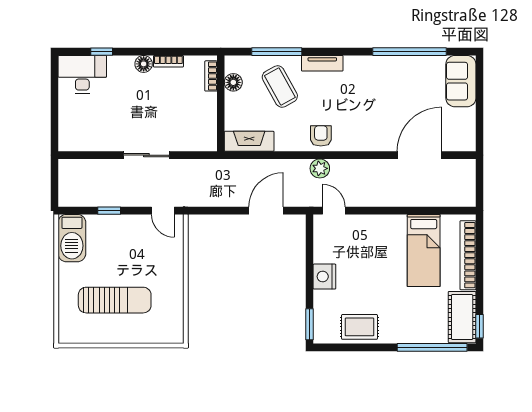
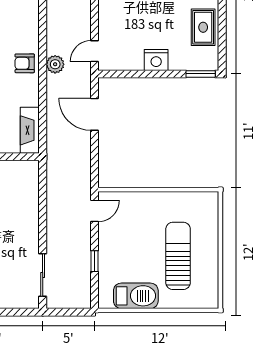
sliding door: (146, 155) -> (43, 275), moved
barbecue: (72, 238) -> (136, 296), moved

